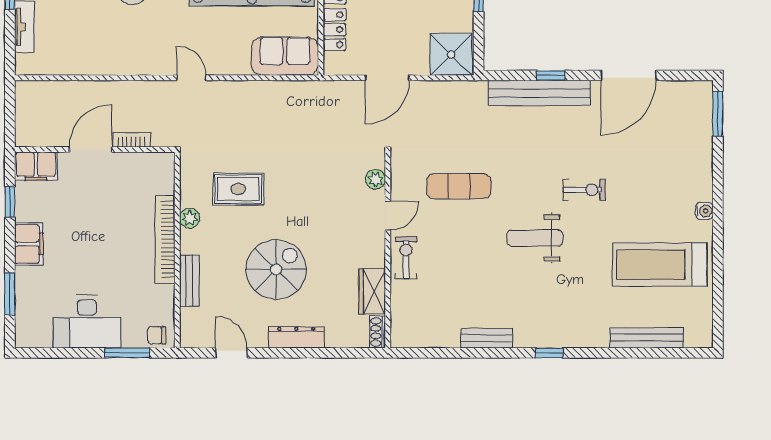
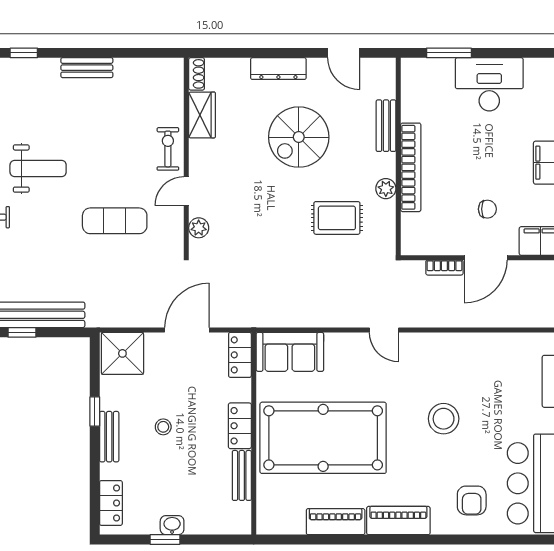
locker: (334, 30) -> (240, 355), moved
exercise bike: (406, 258) -> (168, 149), turned 180
chair: (157, 335) -> (487, 209), moved

